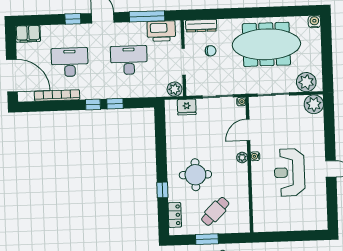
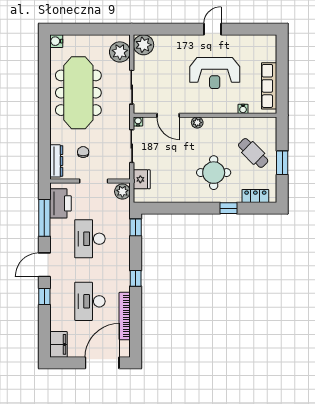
window: (115, 104) -> (136, 227), moved
water cooler: (255, 156) -> (243, 109), moved
row of seats: (279, 224) -> (269, 86), added

